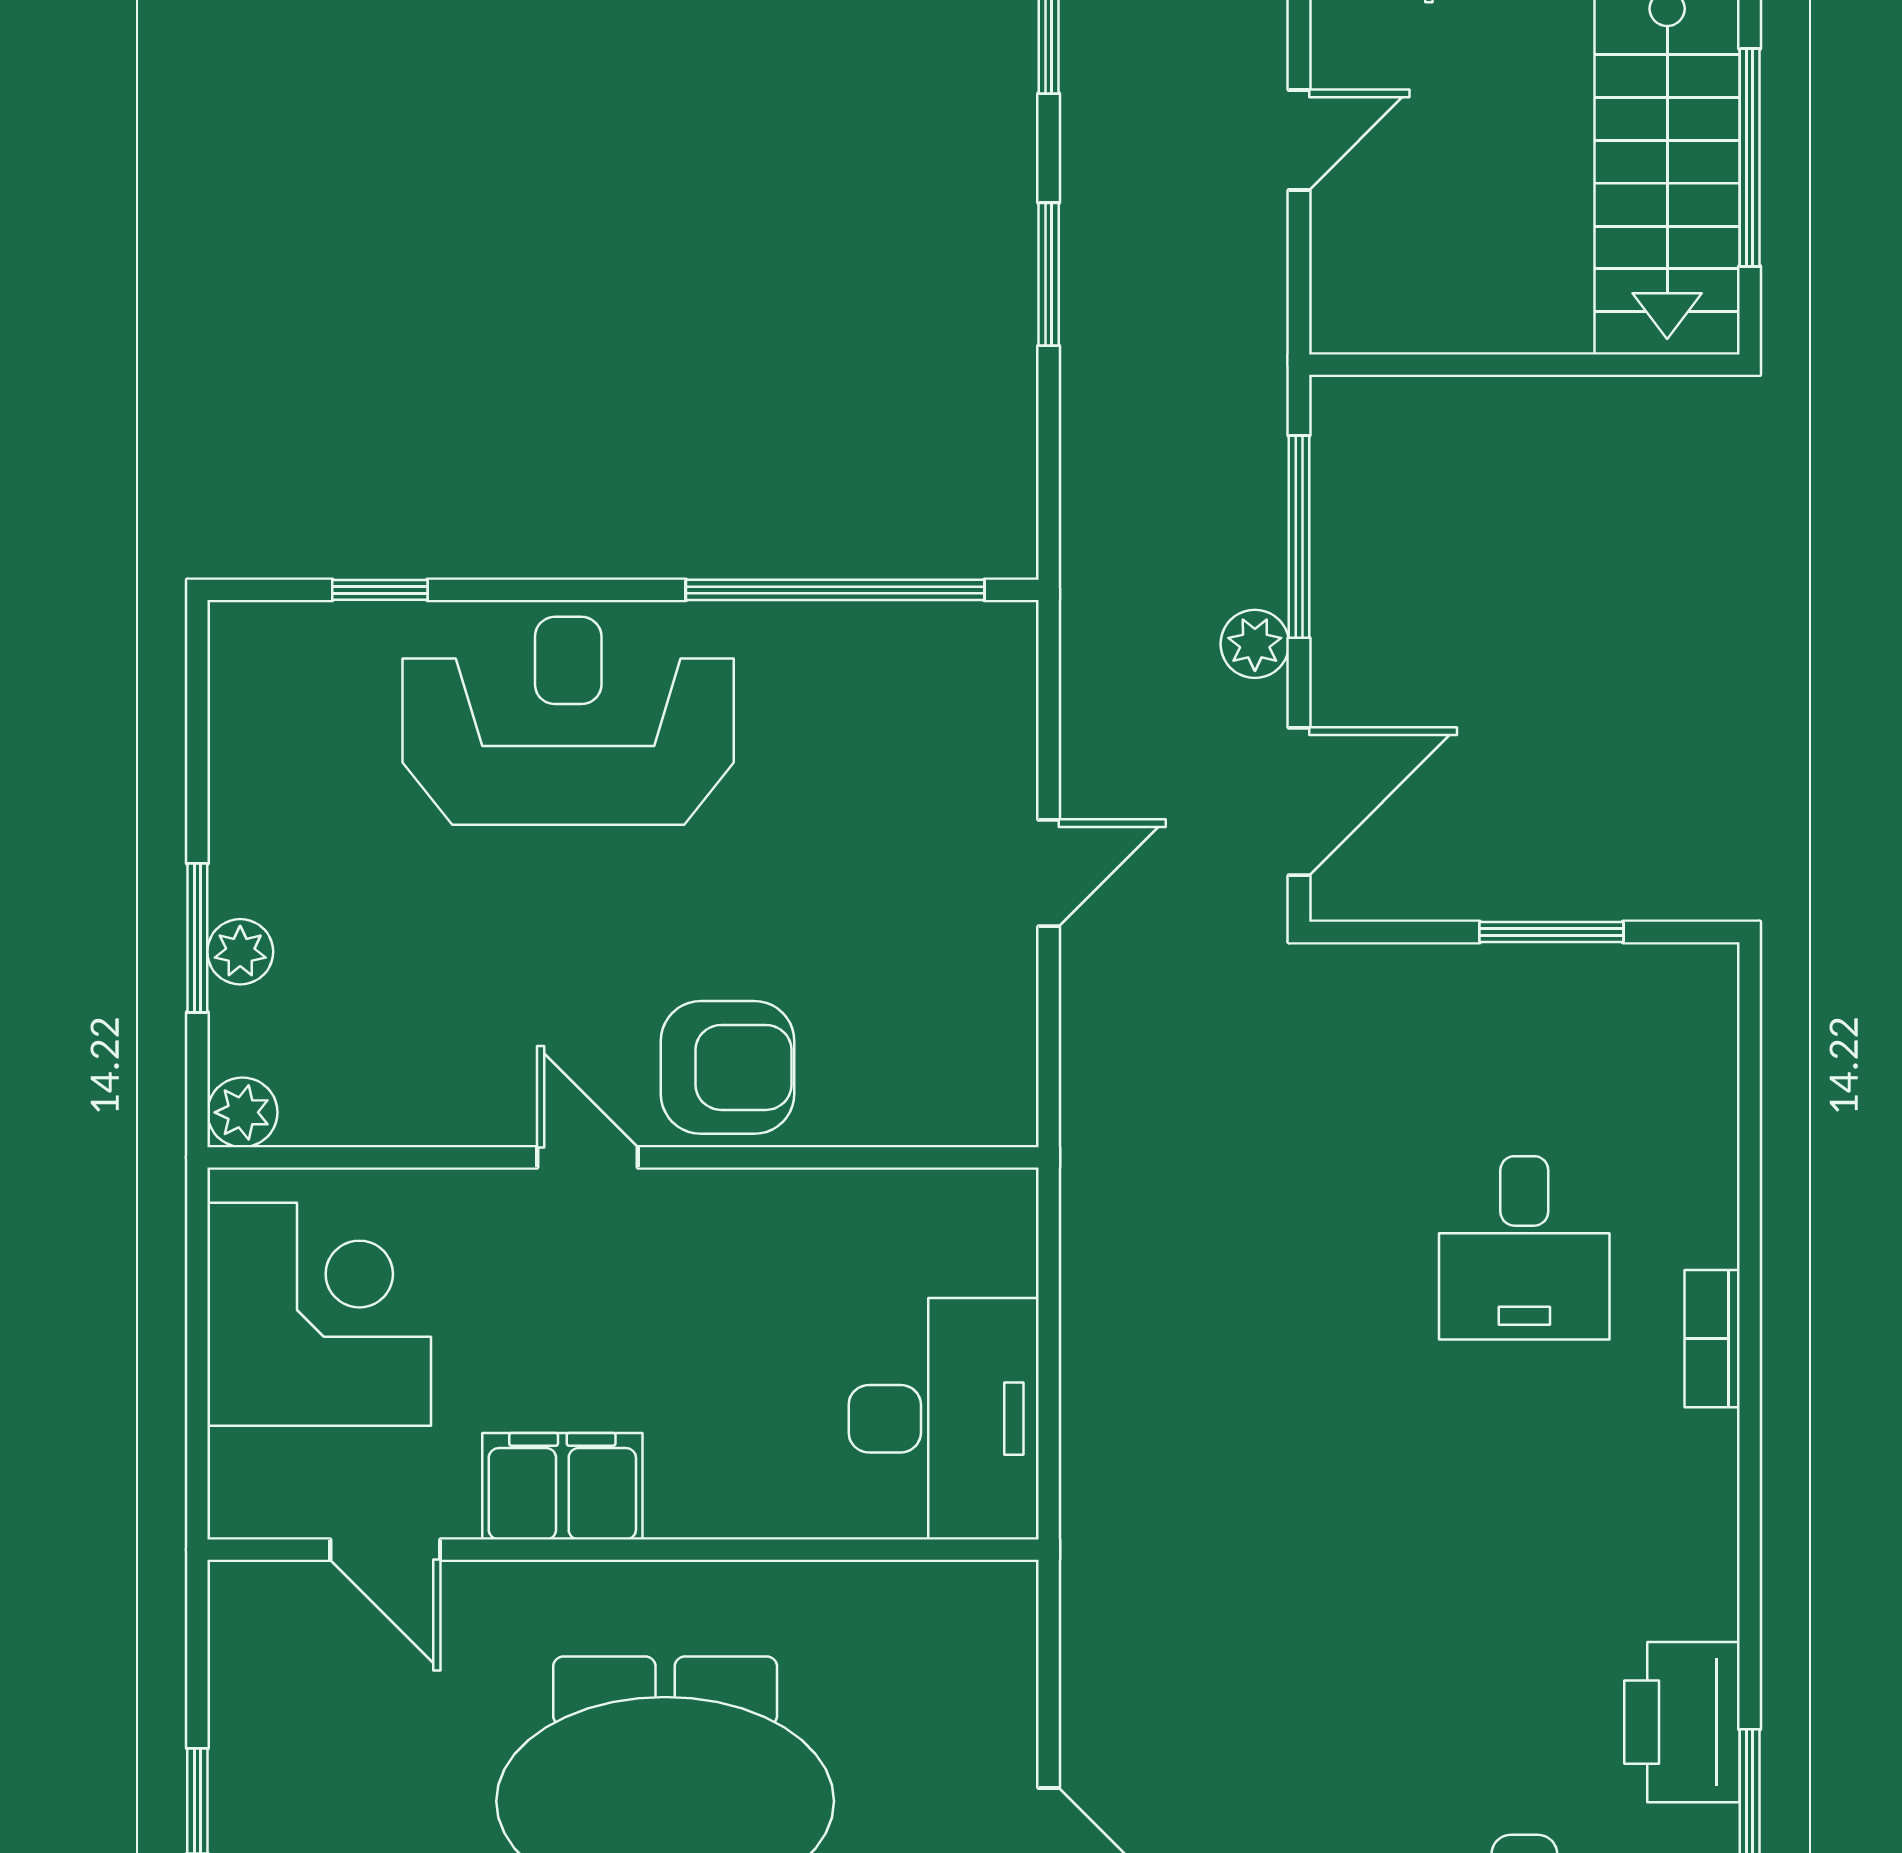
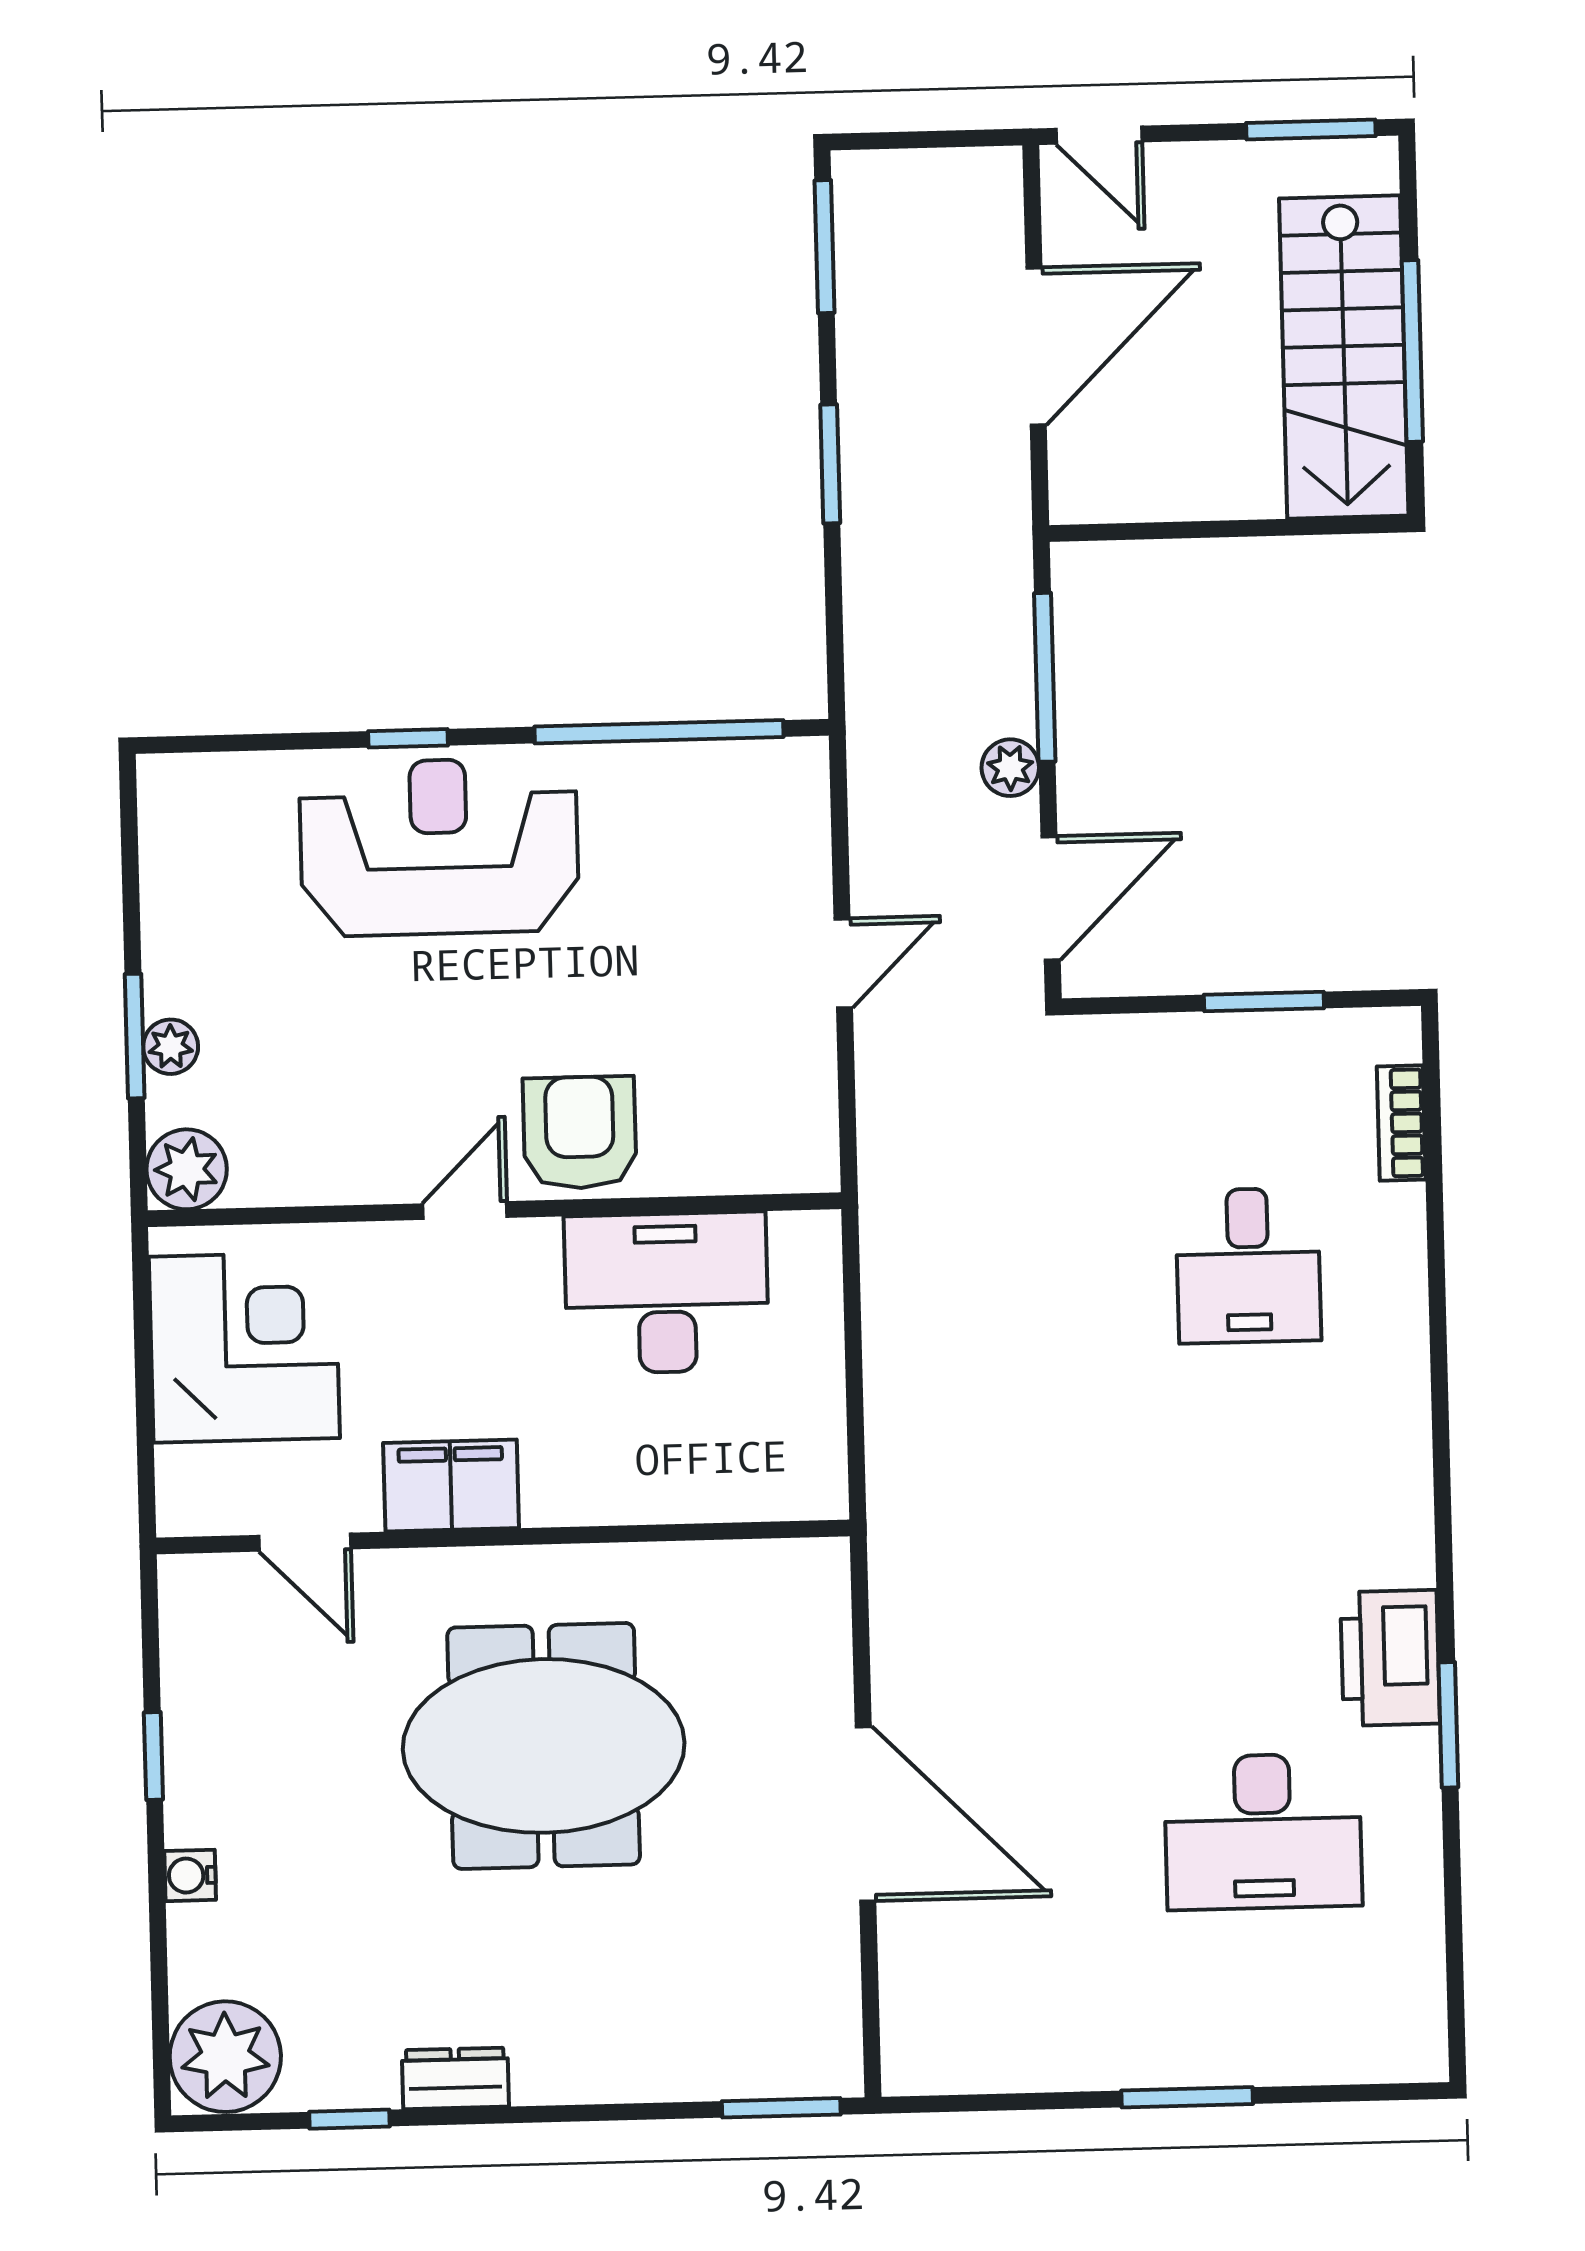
door: (1299, 140) -> (1036, 346), width x1.87
window: (380, 590) -> (408, 738), moved
armchair: (728, 1067) -> (580, 1132), turned -90
plant: (242, 1112) -> (187, 1169), width x1.38, depth x1.38
door: (588, 1157) -> (465, 1211), hinge flipped
bookcase: (1712, 1339) -> (1401, 1123), moved
desk: (944, 1419) -> (667, 1293), moved, turned -90

